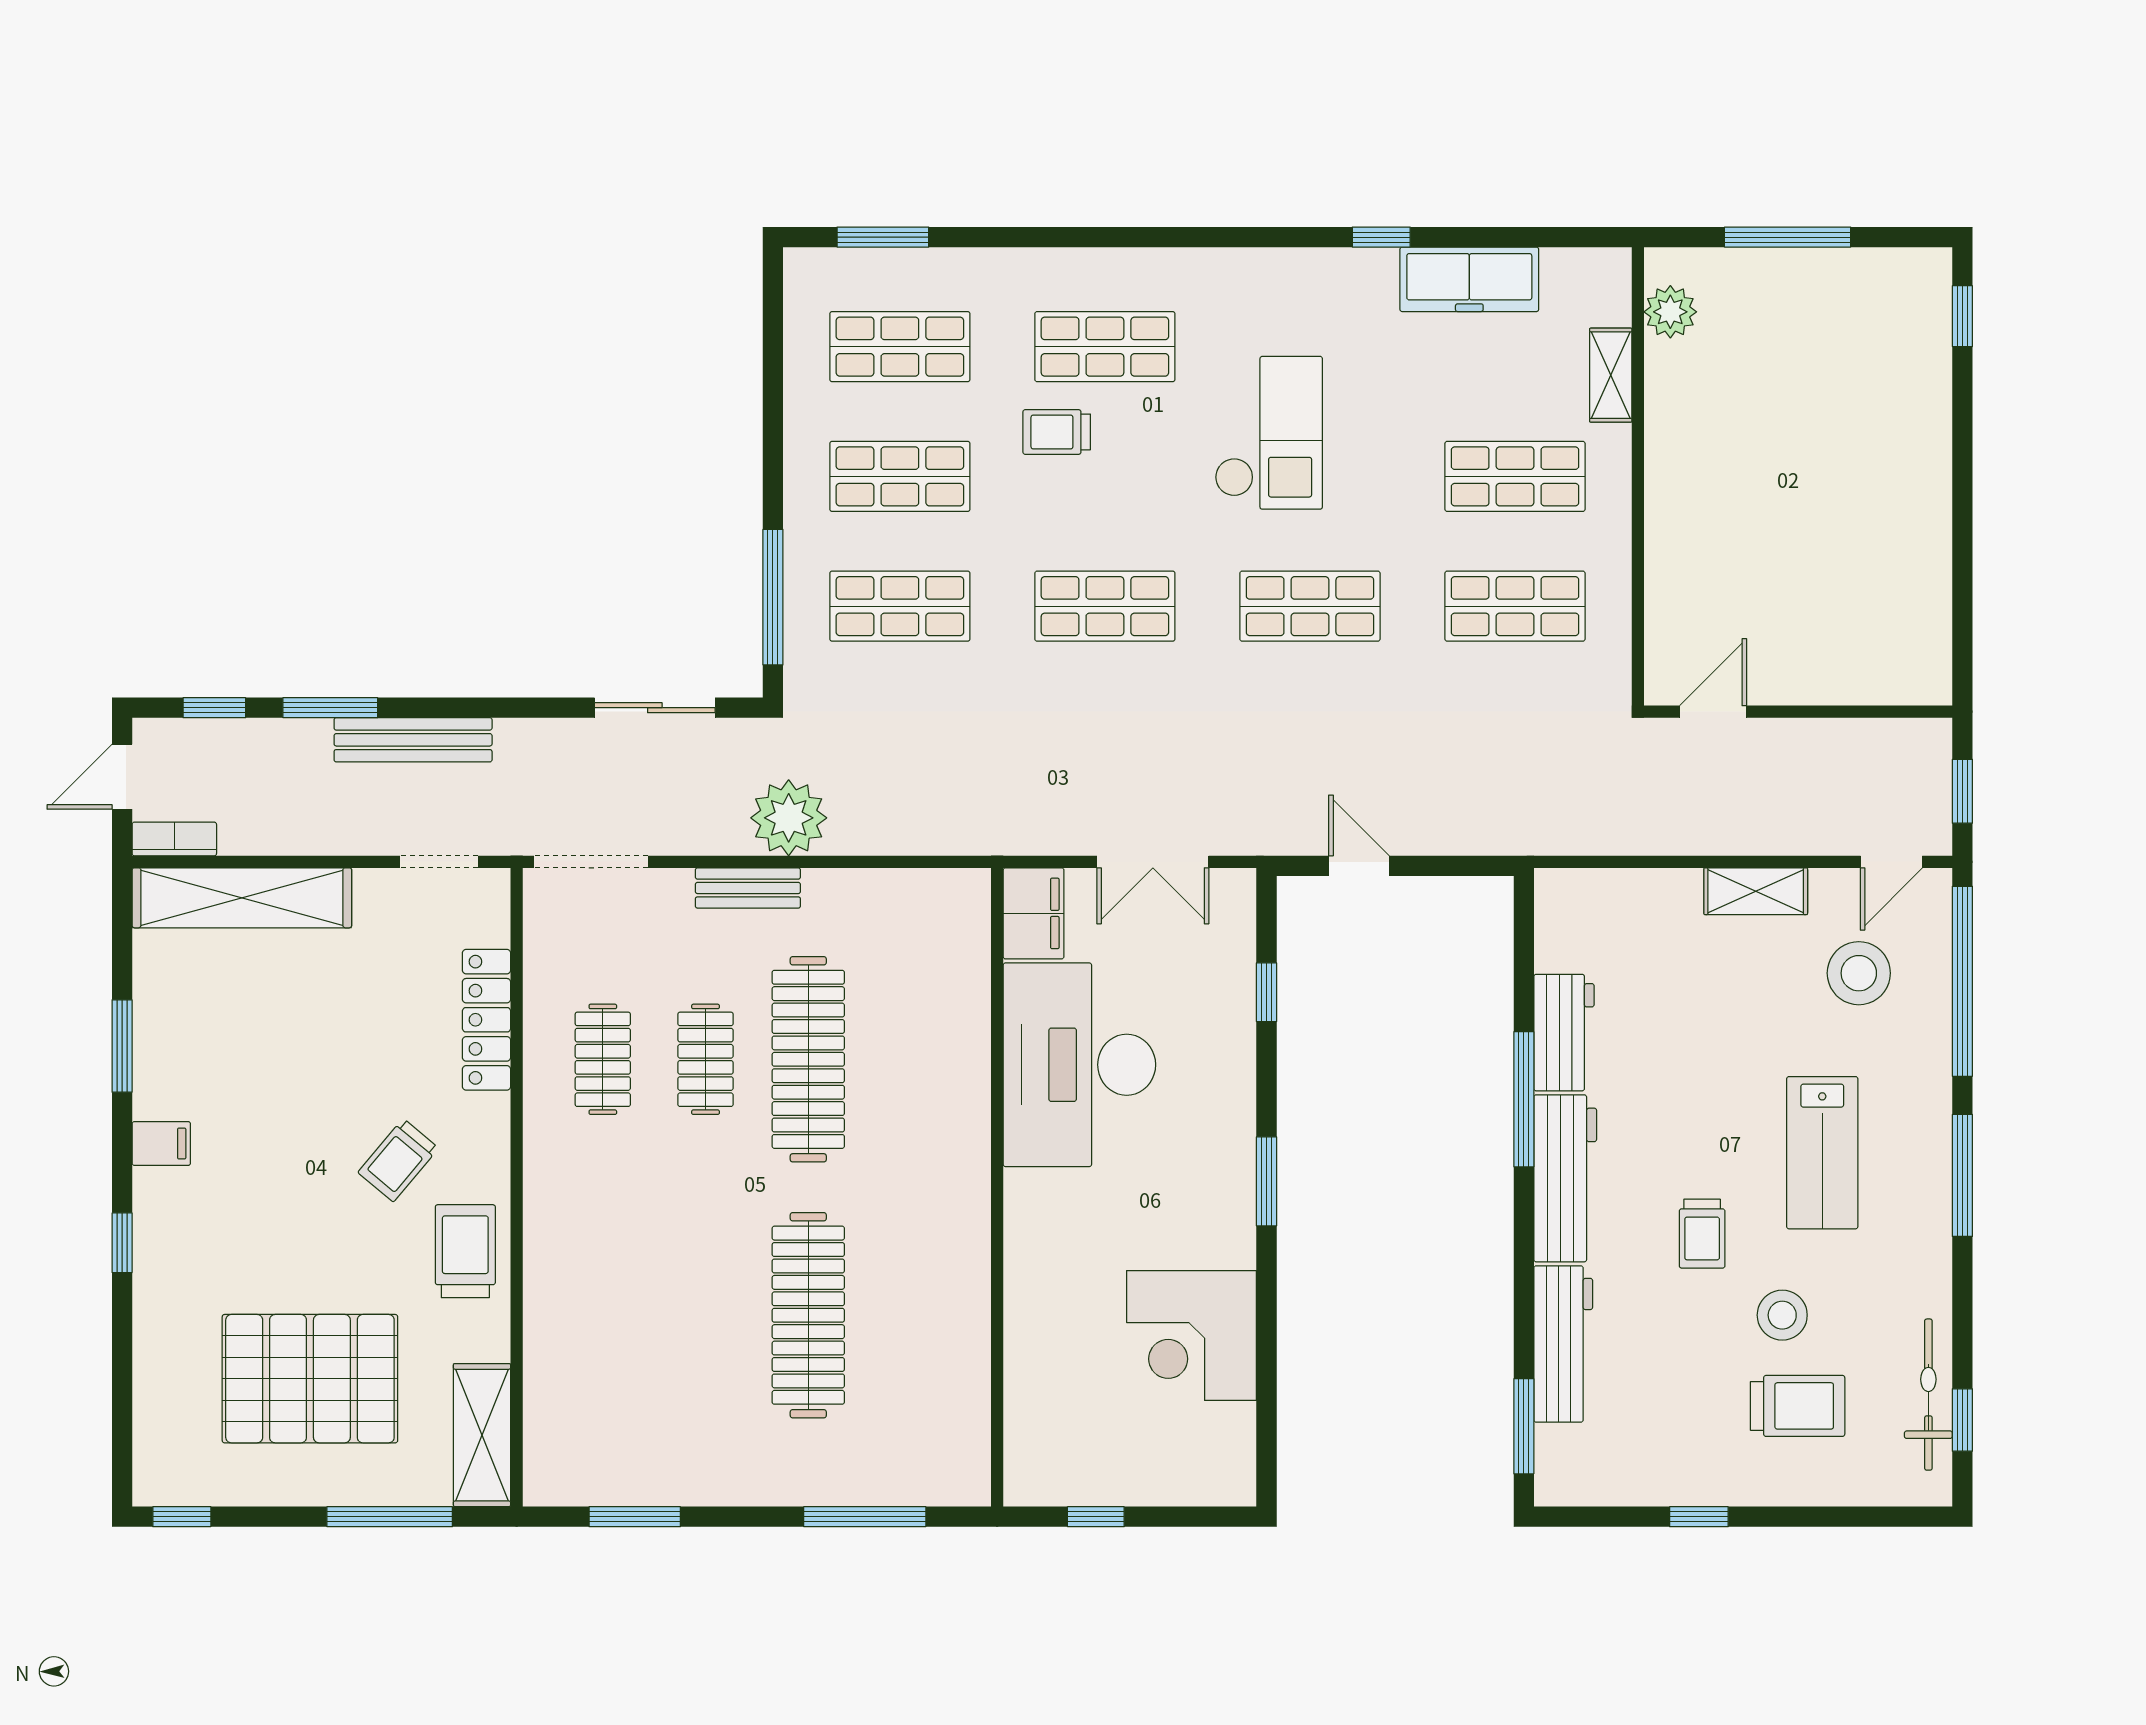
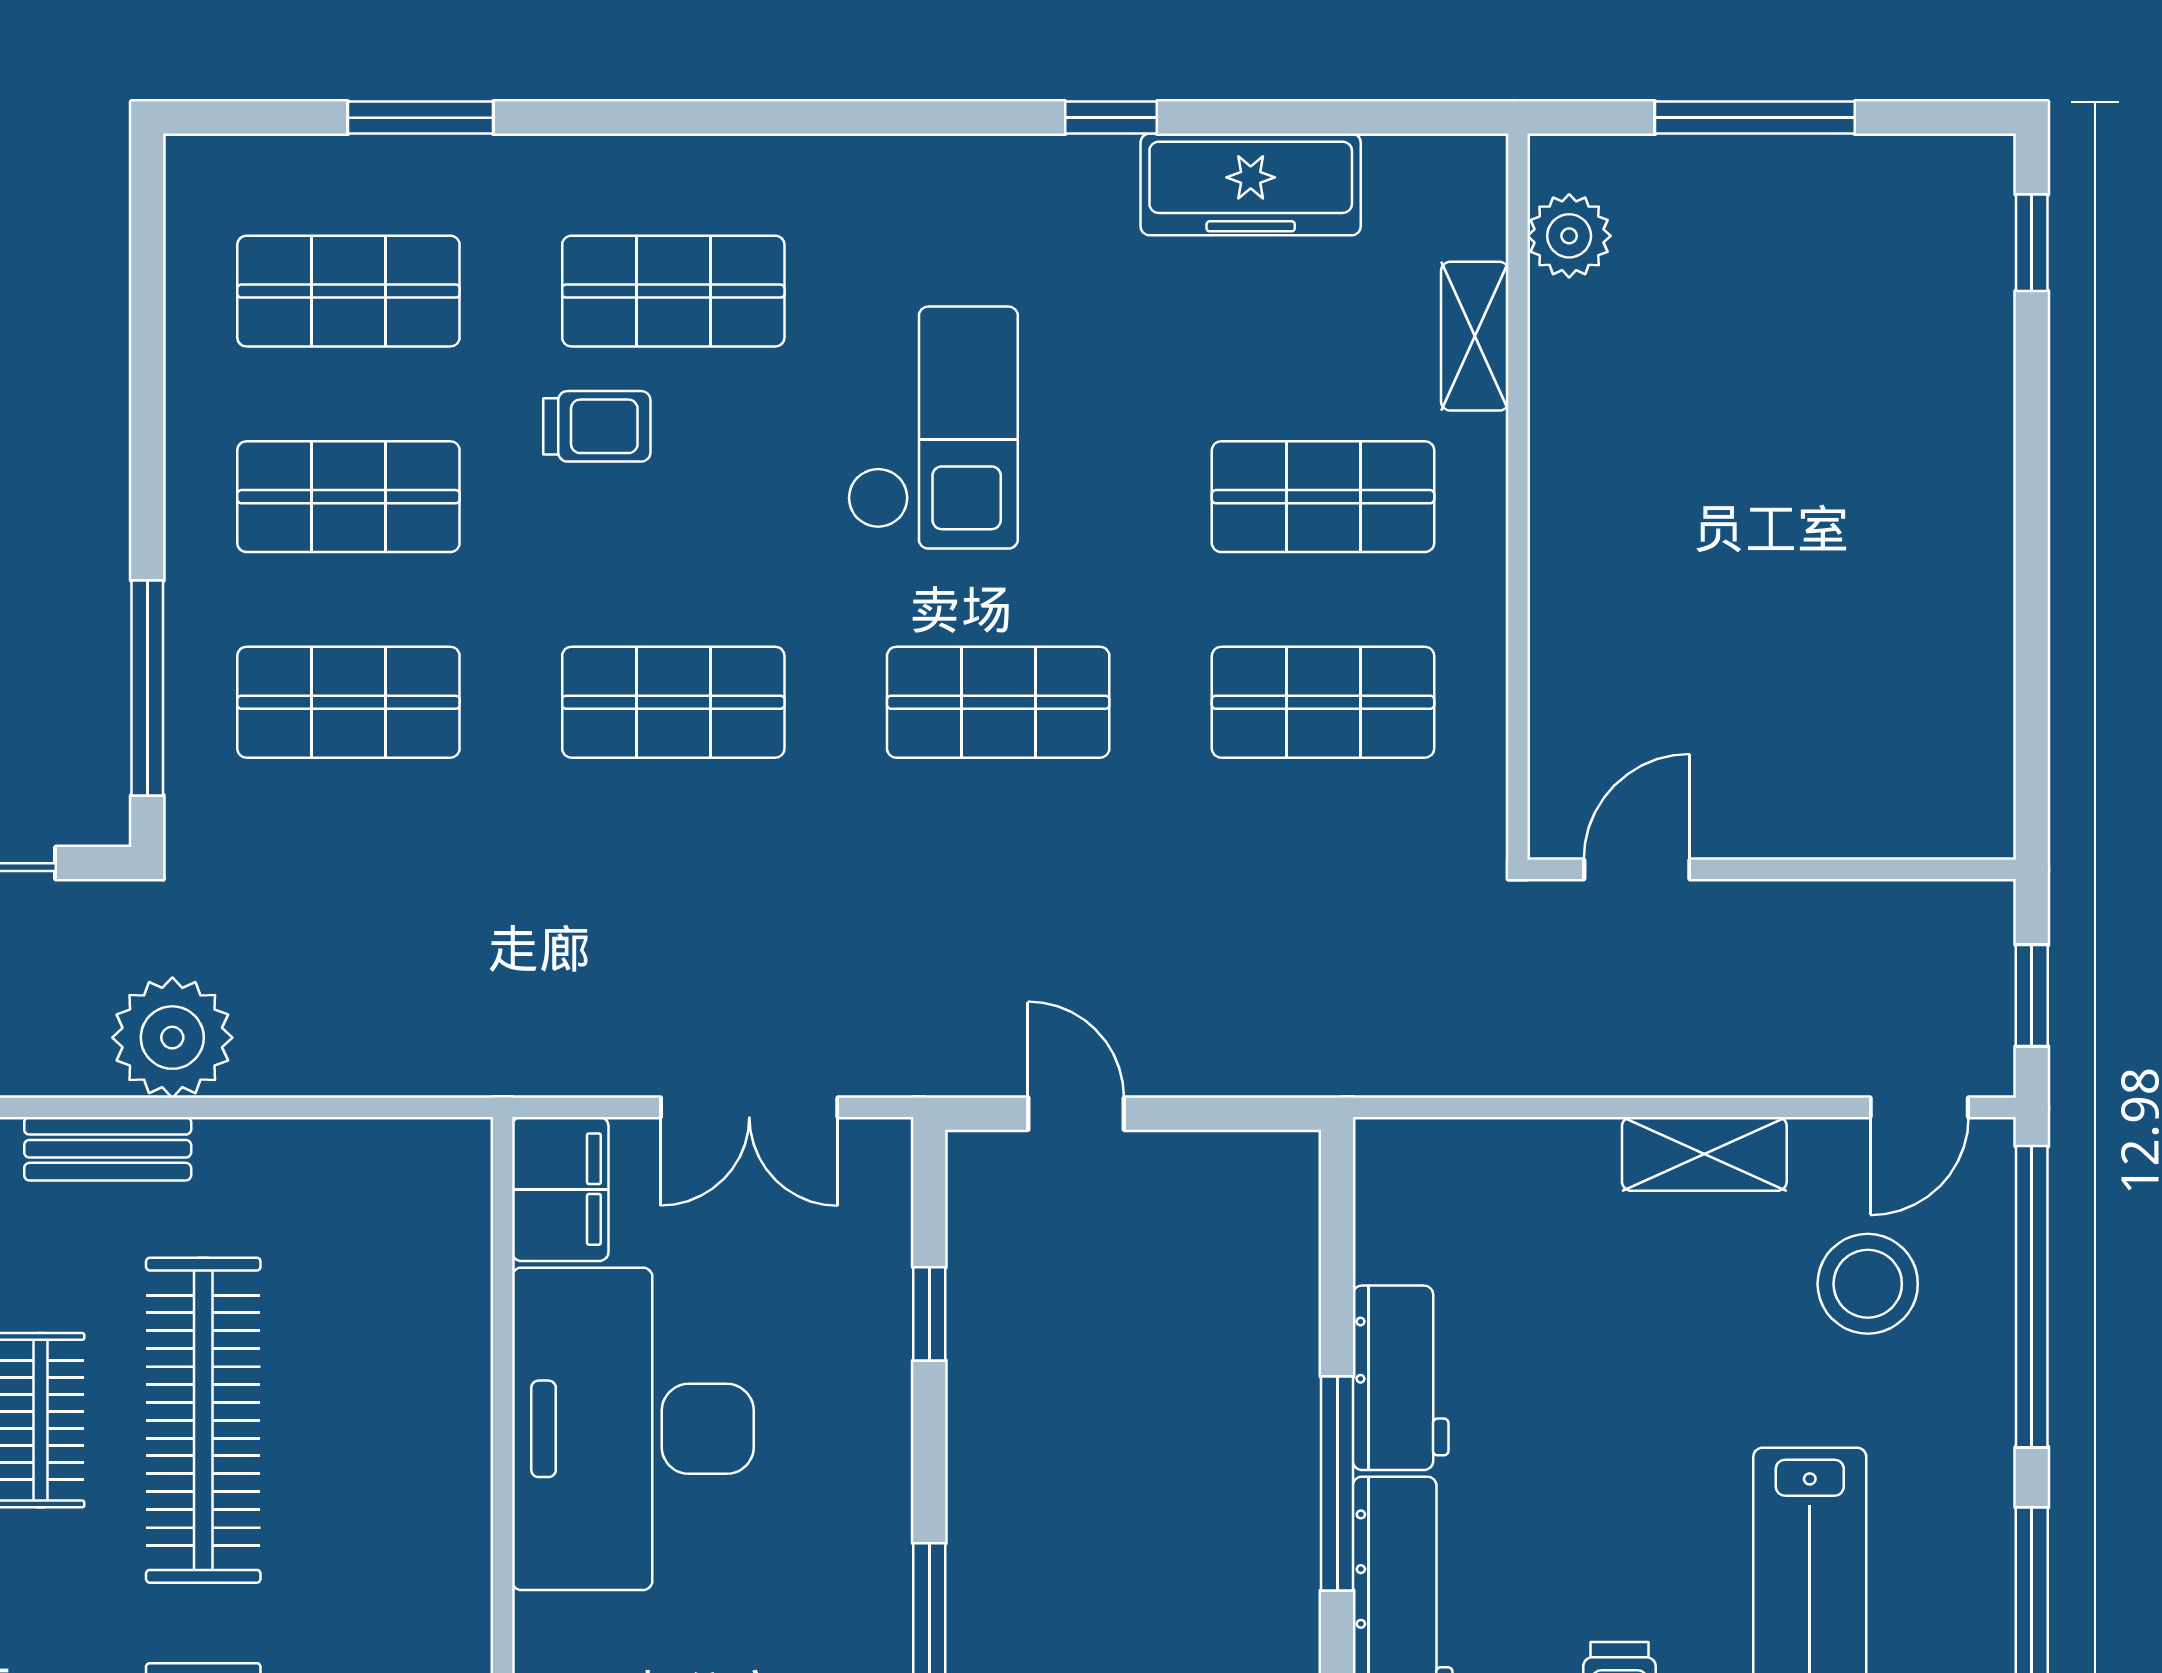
window: (883, 237) -> (421, 118), moved
trolley: (1057, 432) -> (597, 426), turned 180

